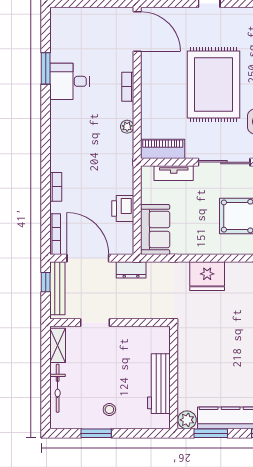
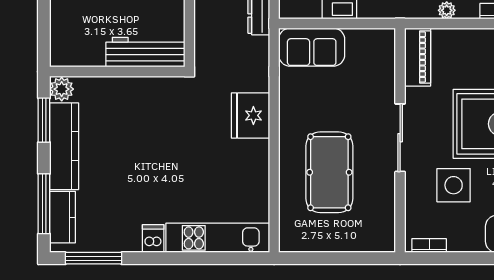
tv unit: (174, 173) -> (386, 72), removed
workbench: (159, 384) -> (145, 52), moved

